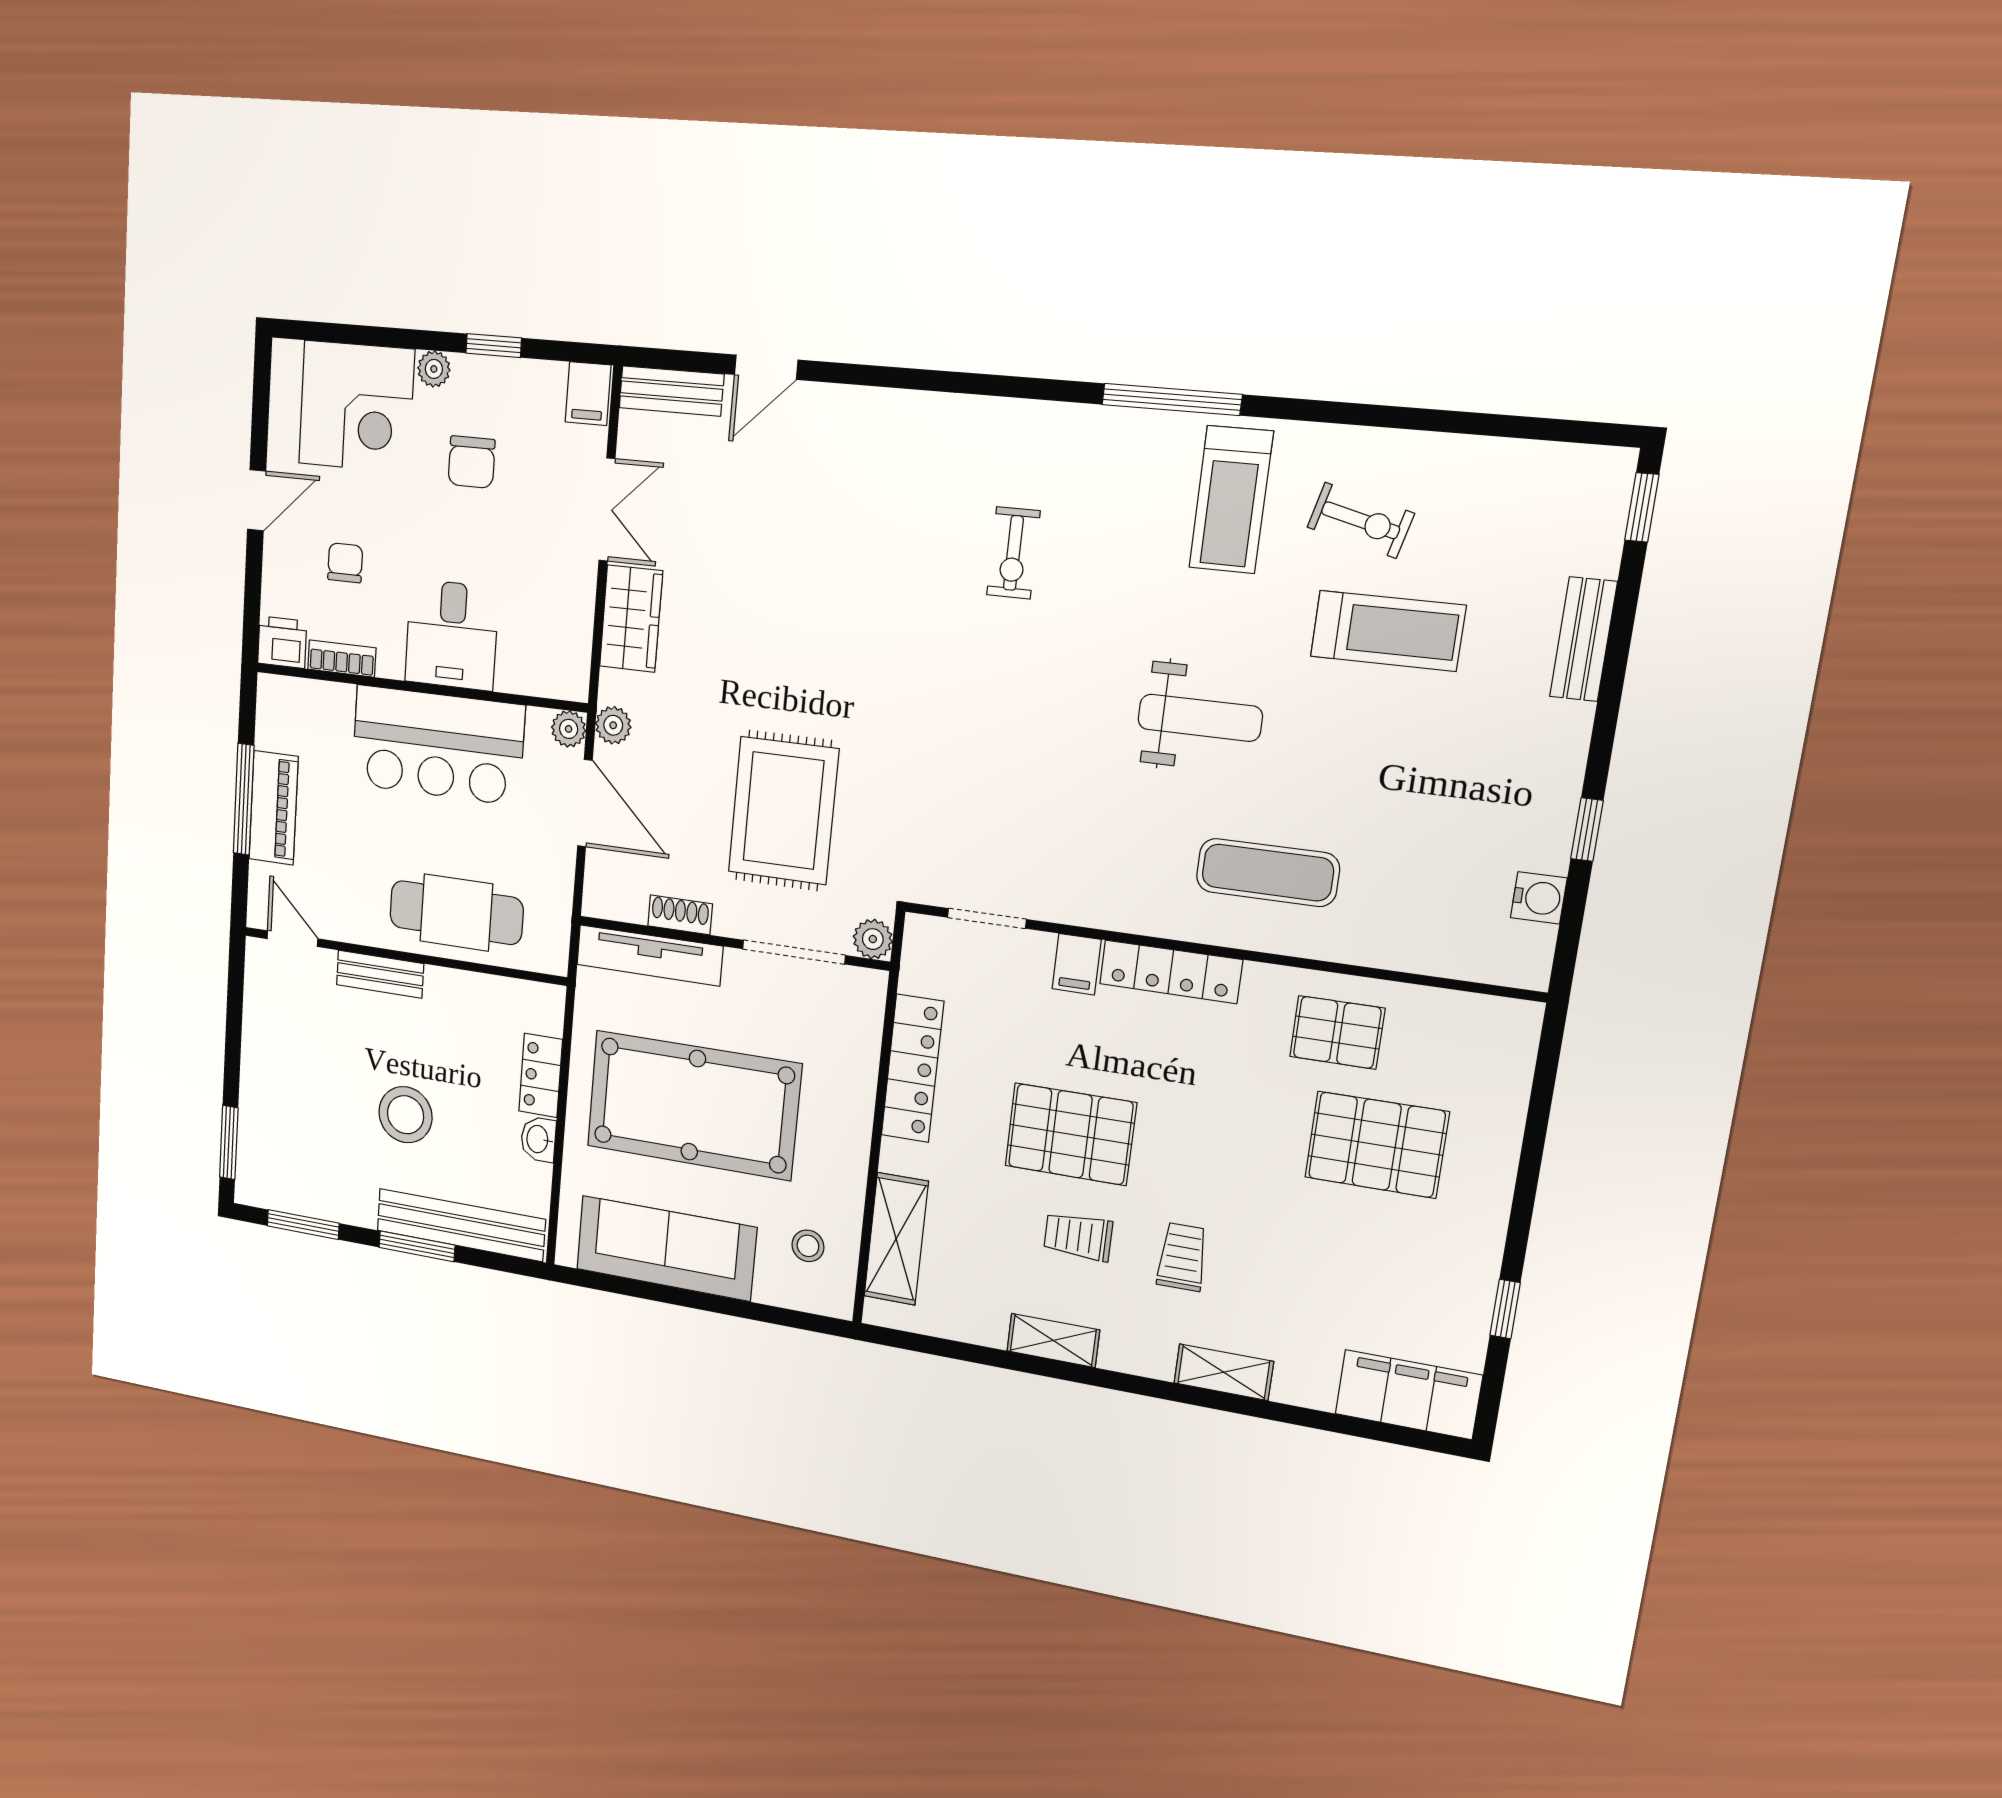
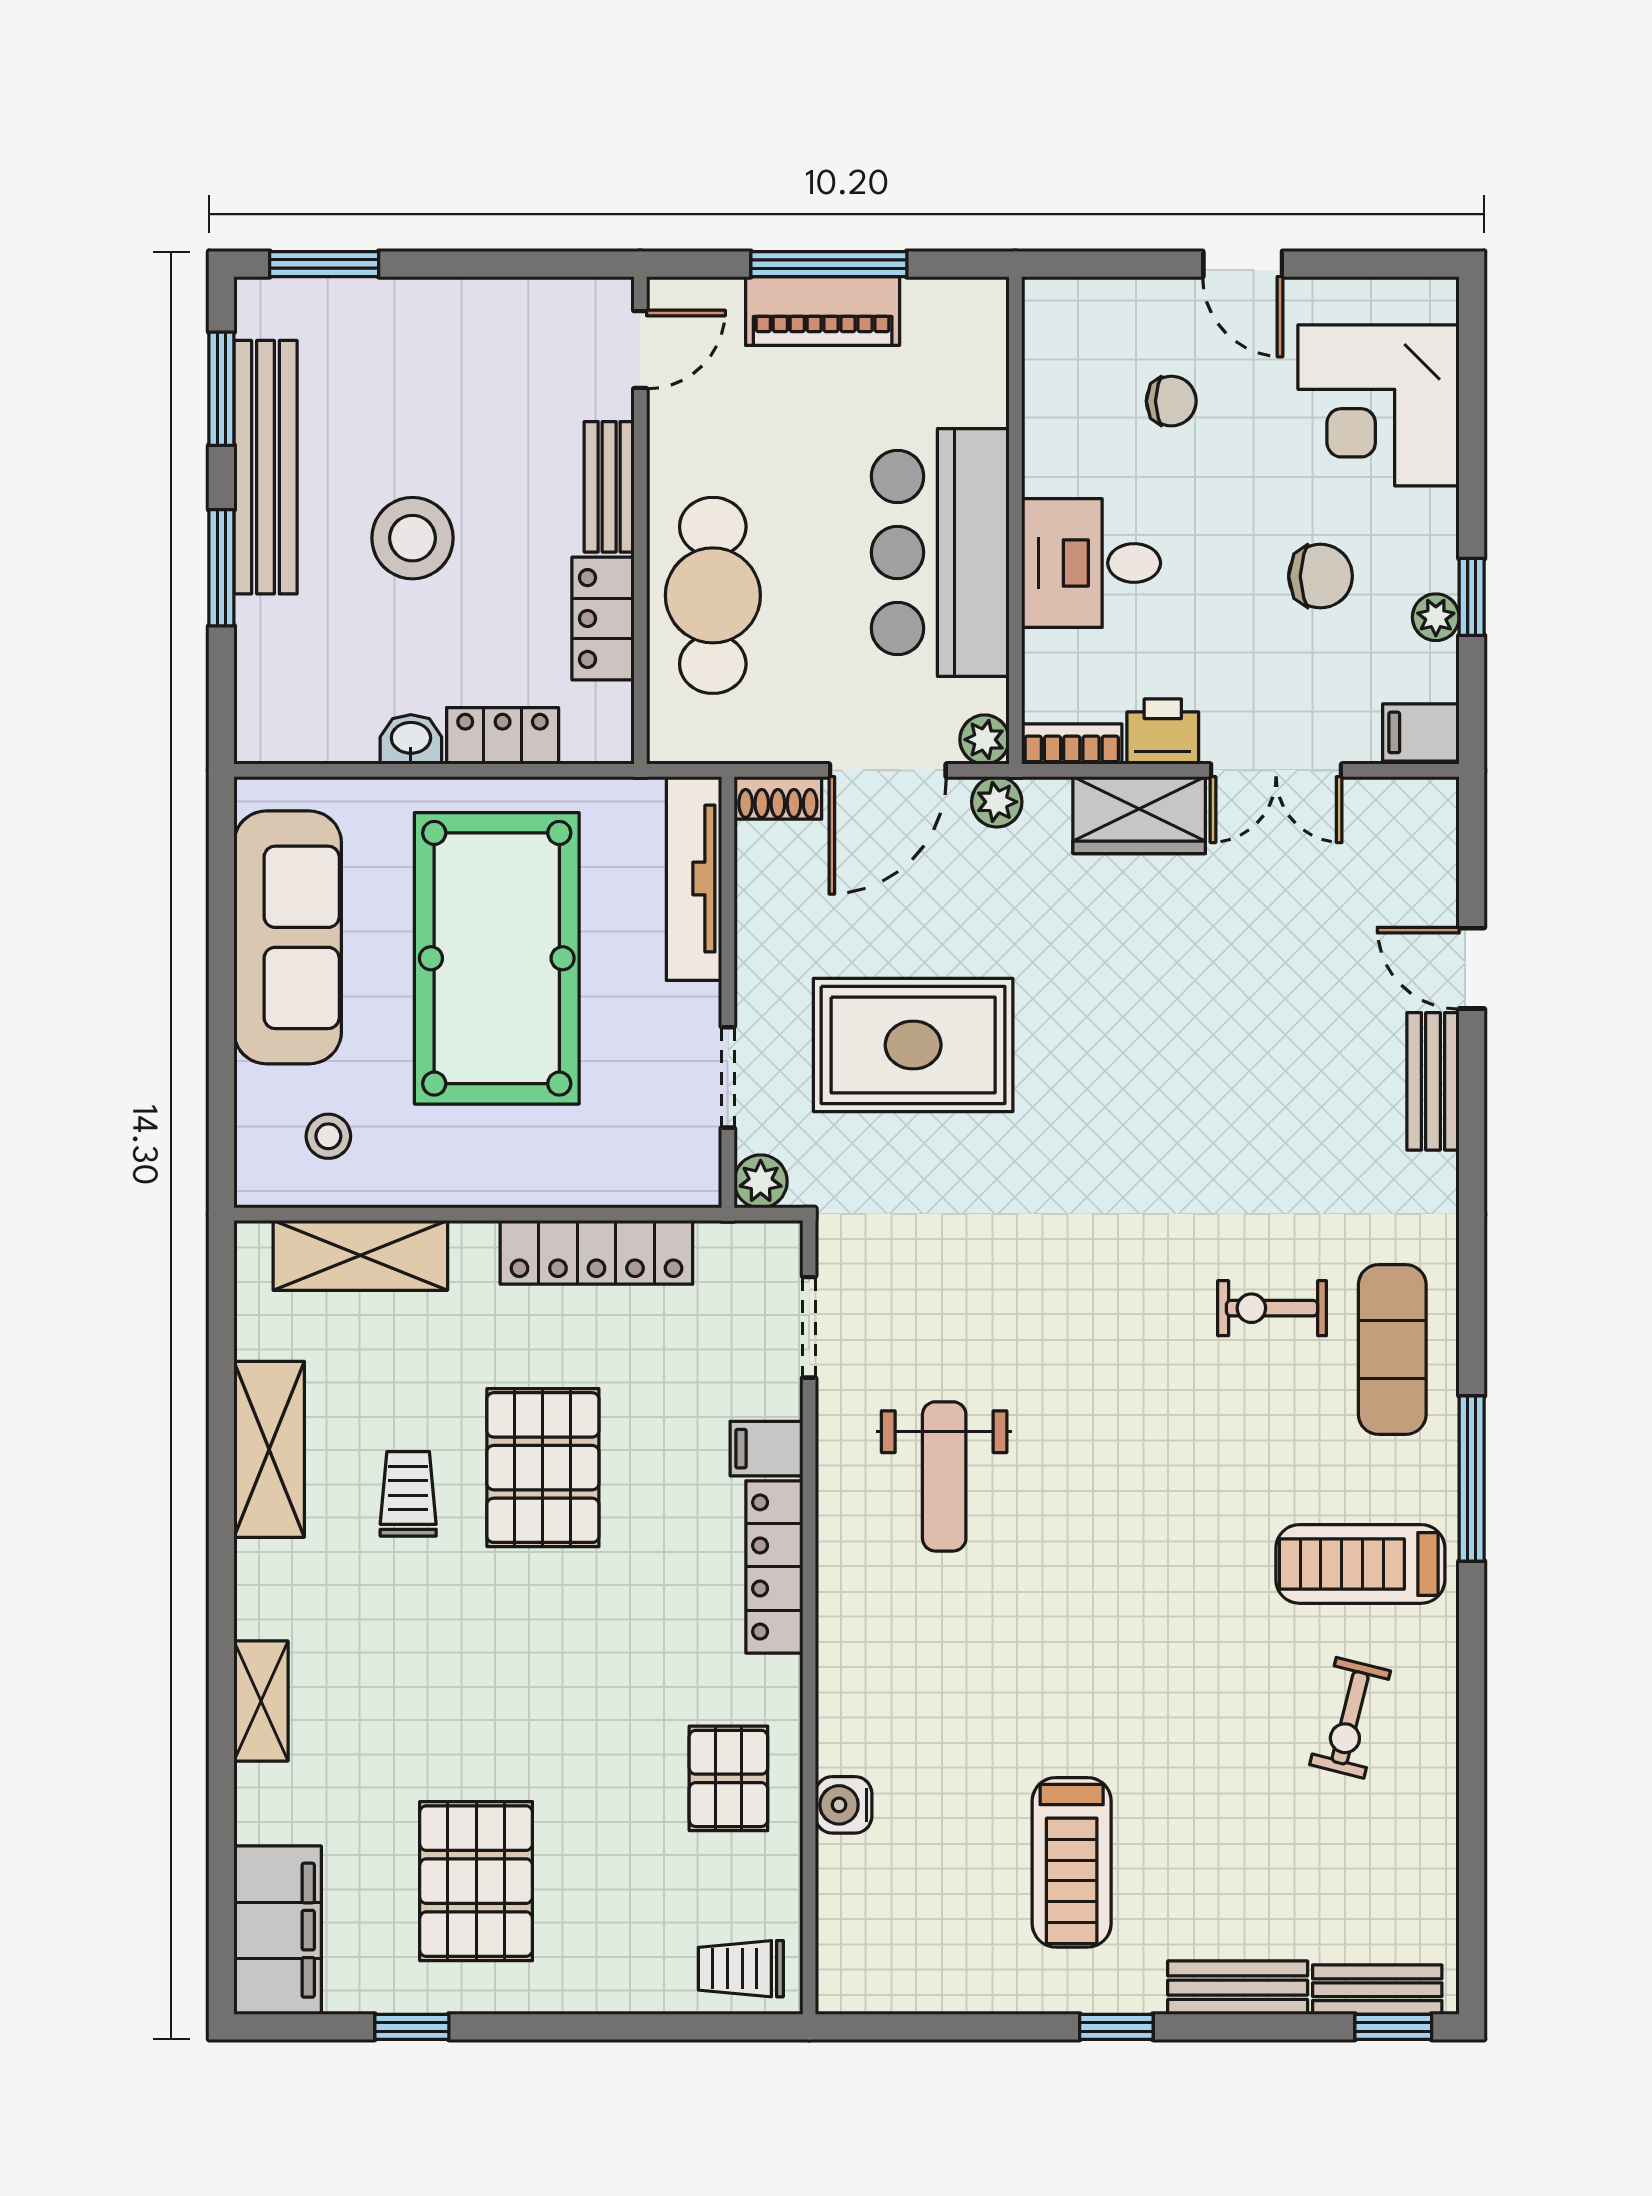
plant: (434, 369) -> (1436, 617), moved
bench: (671, 391) -> (1433, 1081), moved
chair: (472, 462) -> (1321, 576), turned 180
bench: (1605, 518) -> (1377, 1990), added
treadmill: (1388, 631) -> (1072, 1862), moved
printer: (282, 642) -> (1163, 732), moved, turned -90
bookcase: (342, 659) -> (1072, 744), moved, turned -90
weight bench: (1200, 718) -> (944, 1476), moved
window: (1587, 830) -> (1116, 2027), moved
exercise mat: (1268, 872) -> (1392, 1350), moved
water cooler: (1539, 898) -> (844, 1805), moved, turned 90
shoe rack: (680, 915) -> (778, 798), moved, turned 90
doorway: (794, 952) -> (728, 1077), width x0.73
locker: (467, 992) -> (603, 619), added
pallet: (1377, 1145) -> (476, 1881), moved
bench: (461, 1225) -> (265, 467), moved
trolley: (1182, 1257) -> (741, 1969), moved, turned 180
shelving: (1053, 1340) -> (269, 1449), width x1.50, depth x1.33

